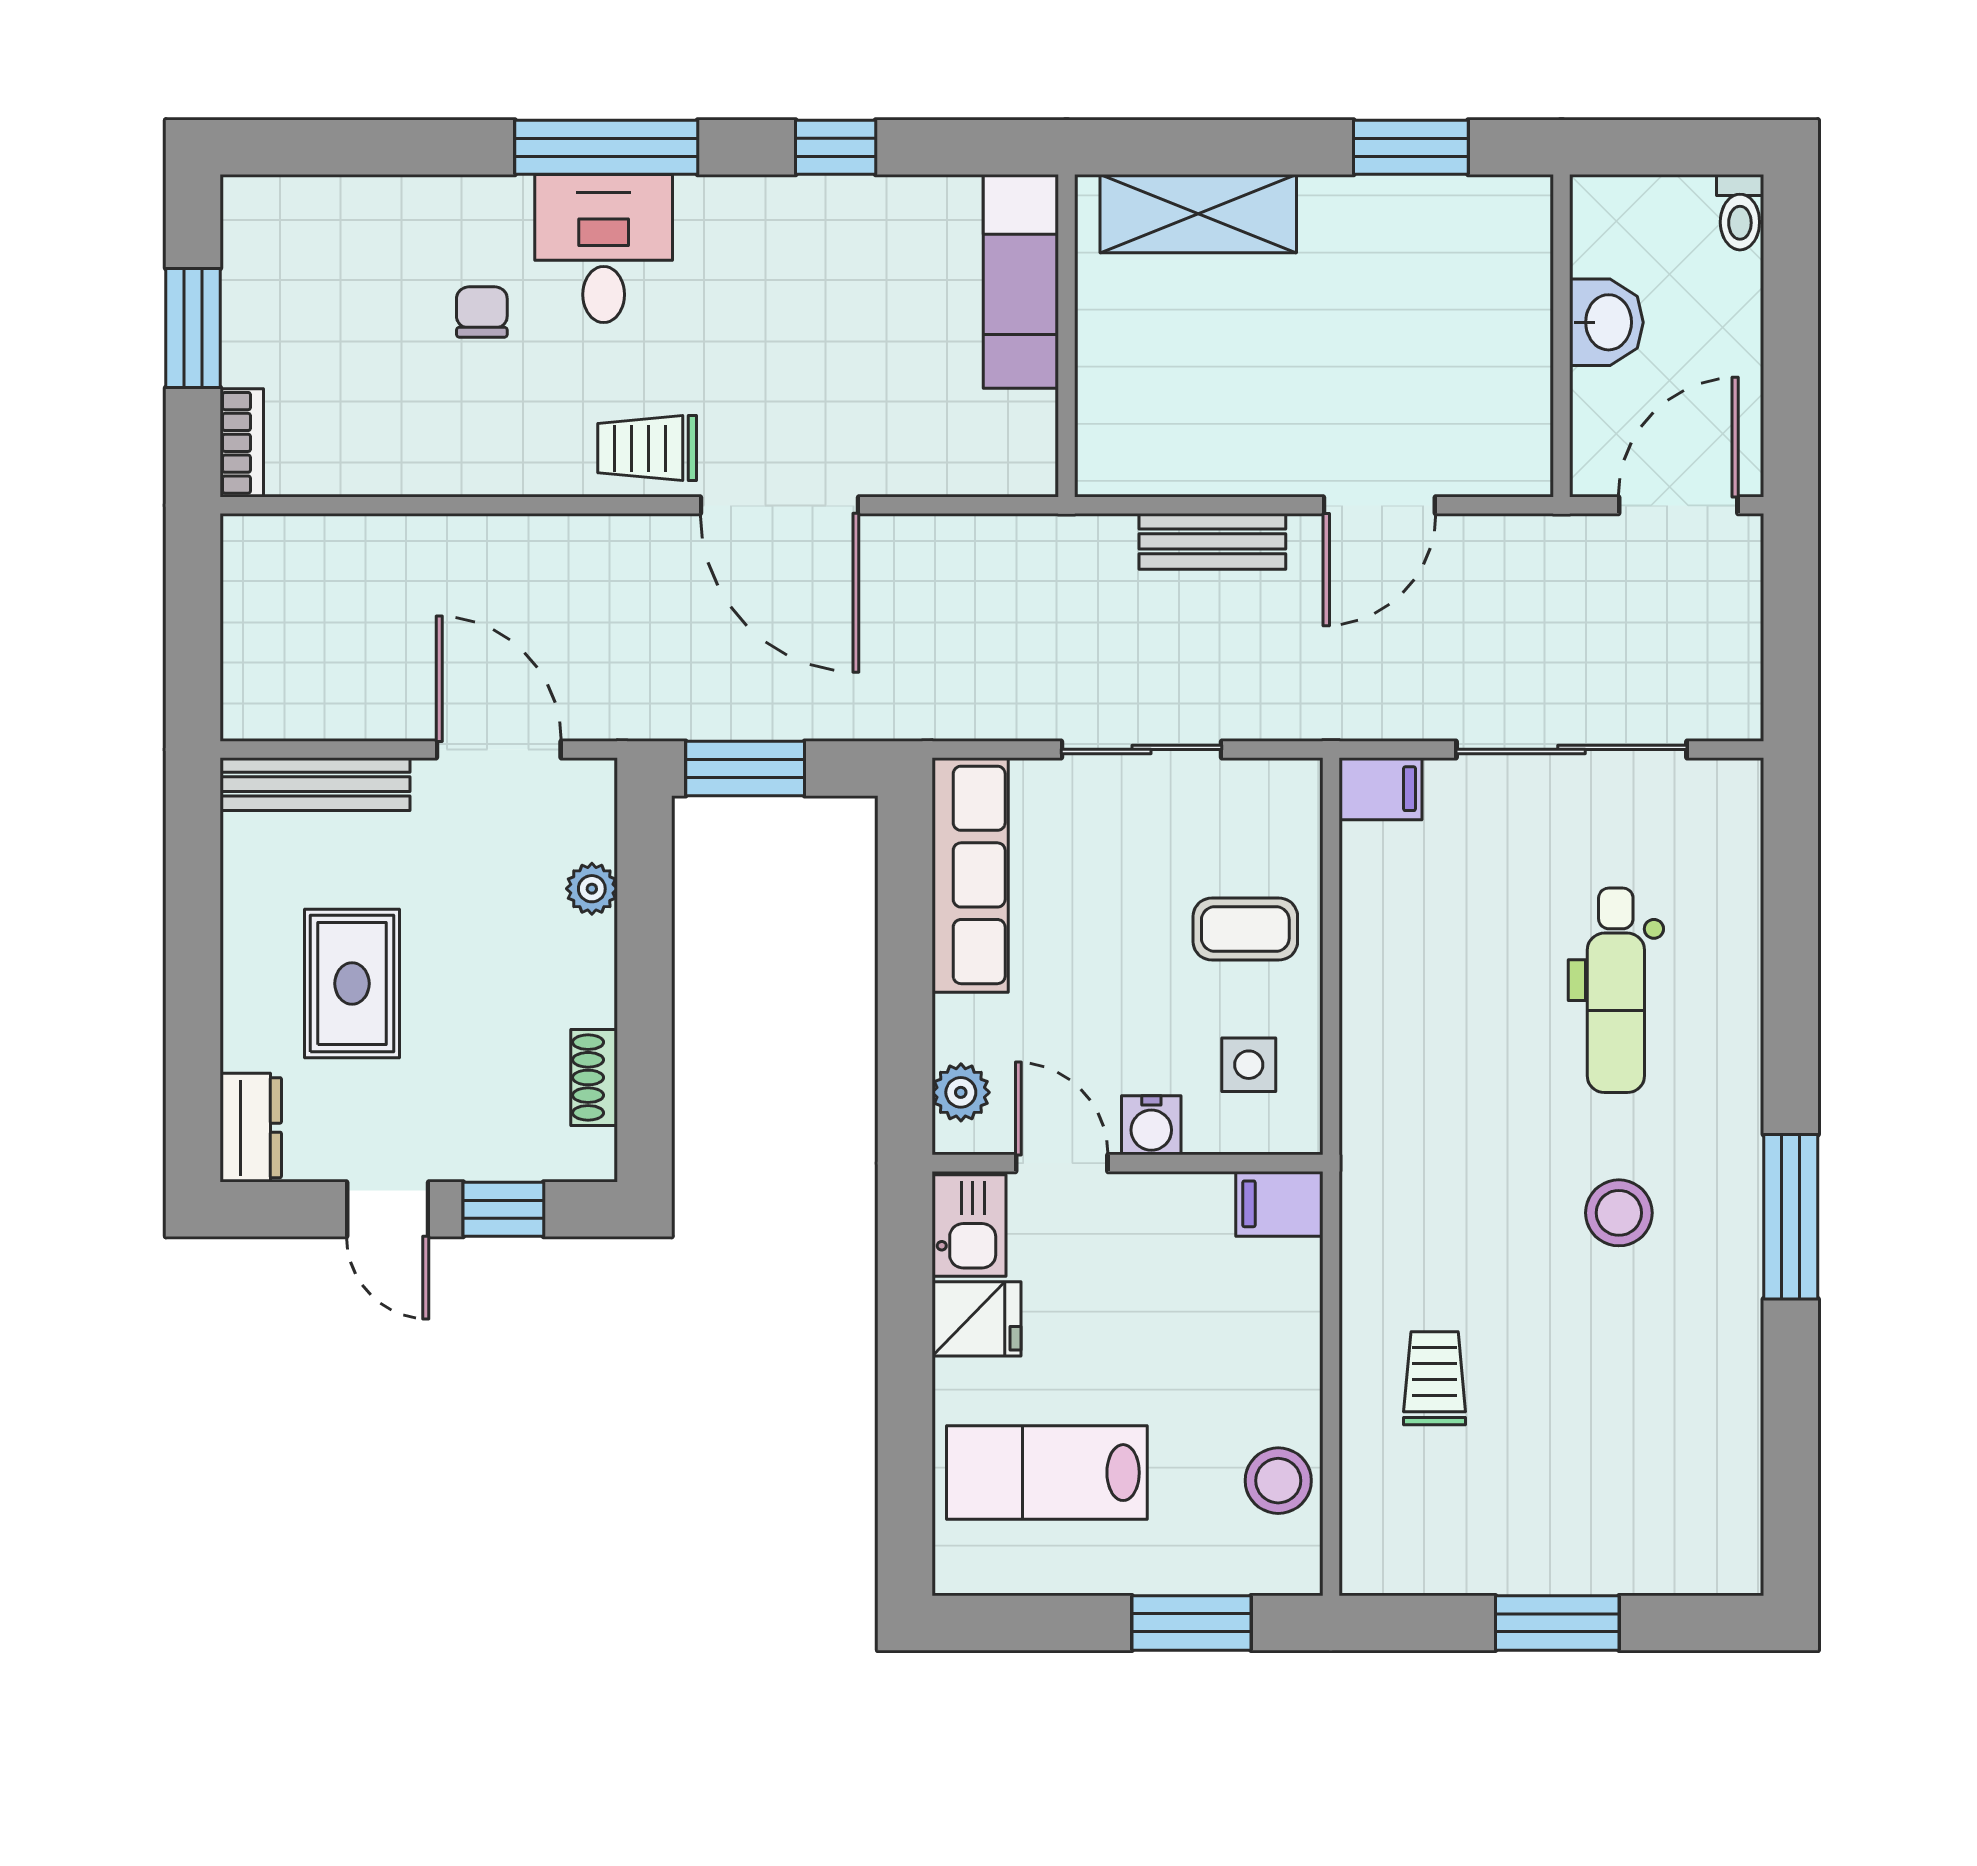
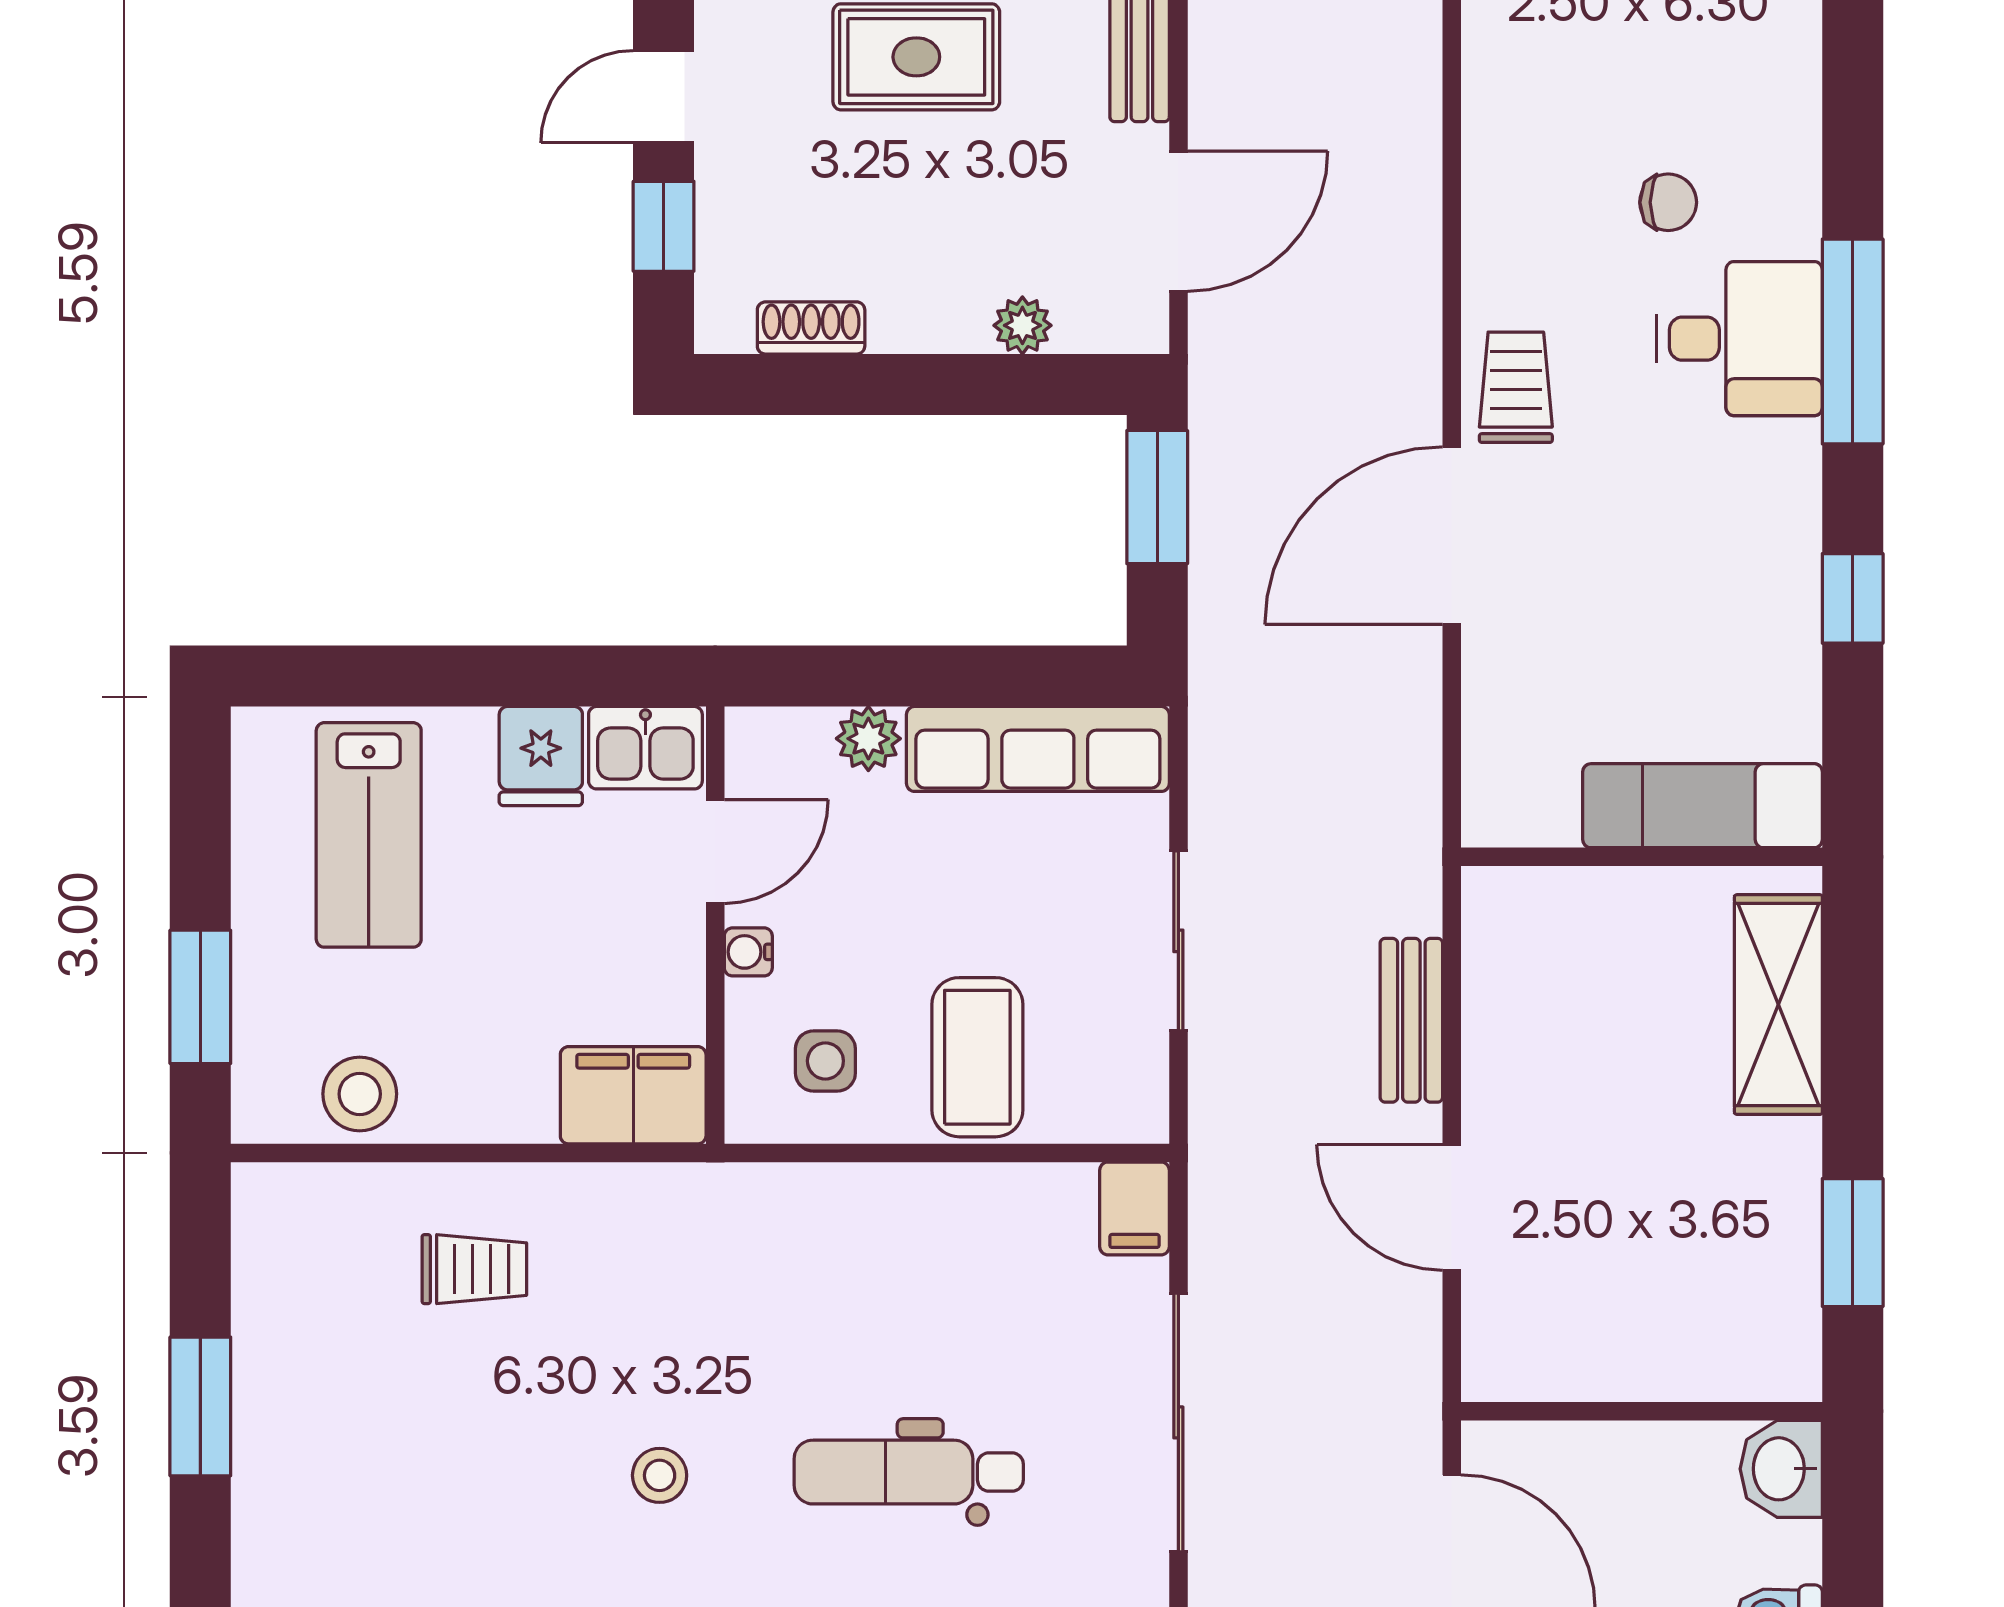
washbasin: (1606, 322) -> (1781, 1469), moved, turned 90
coffee table: (1245, 929) -> (977, 1057), width x1.36, depth x1.30
plant: (961, 1092) -> (868, 739), moved
water cooler: (1151, 1125) -> (748, 952), width x0.72, depth x0.72
filing cabinet: (1279, 1204) -> (633, 1095), width x2.00
stool: (1619, 1213) -> (660, 1475), width x0.73, depth x0.73
lab bench: (1047, 1473) -> (369, 835), turned 180

